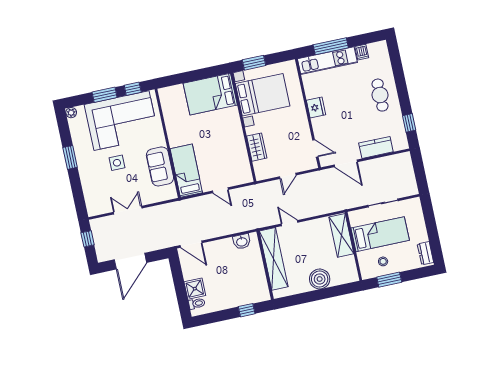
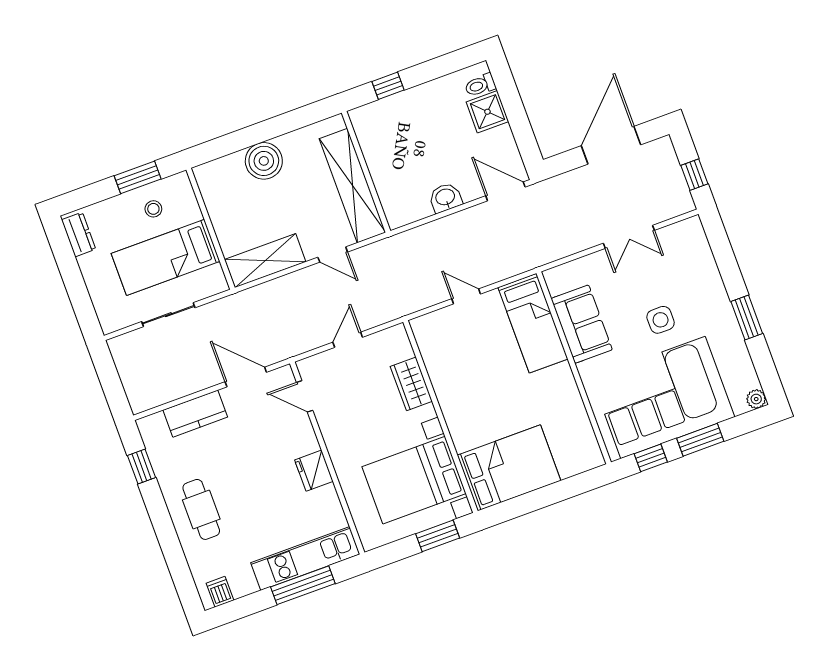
dishwasher: (362, 52) -> (220, 592), moved
shelving: (341, 235) -> (265, 261), moved, turned 90
washbasin: (242, 242) -> (445, 198), moved

